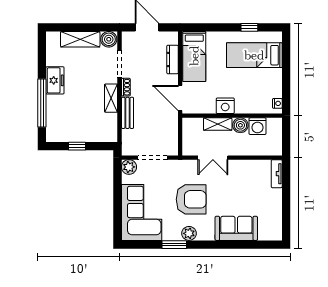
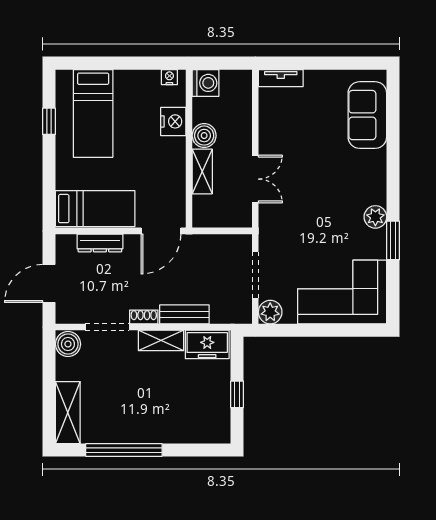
shelving: (80, 39) -> (68, 413), moved
freezer: (55, 80) -> (207, 344), moved, turned 180
window: (42, 103) -> (124, 450), moved
nightstand: (225, 106) -> (173, 121), moved
washing machine: (257, 126) -> (206, 83), moved
armchair: (191, 199) -> (321, 214), removed
sofa: (236, 228) -> (367, 115), moved

